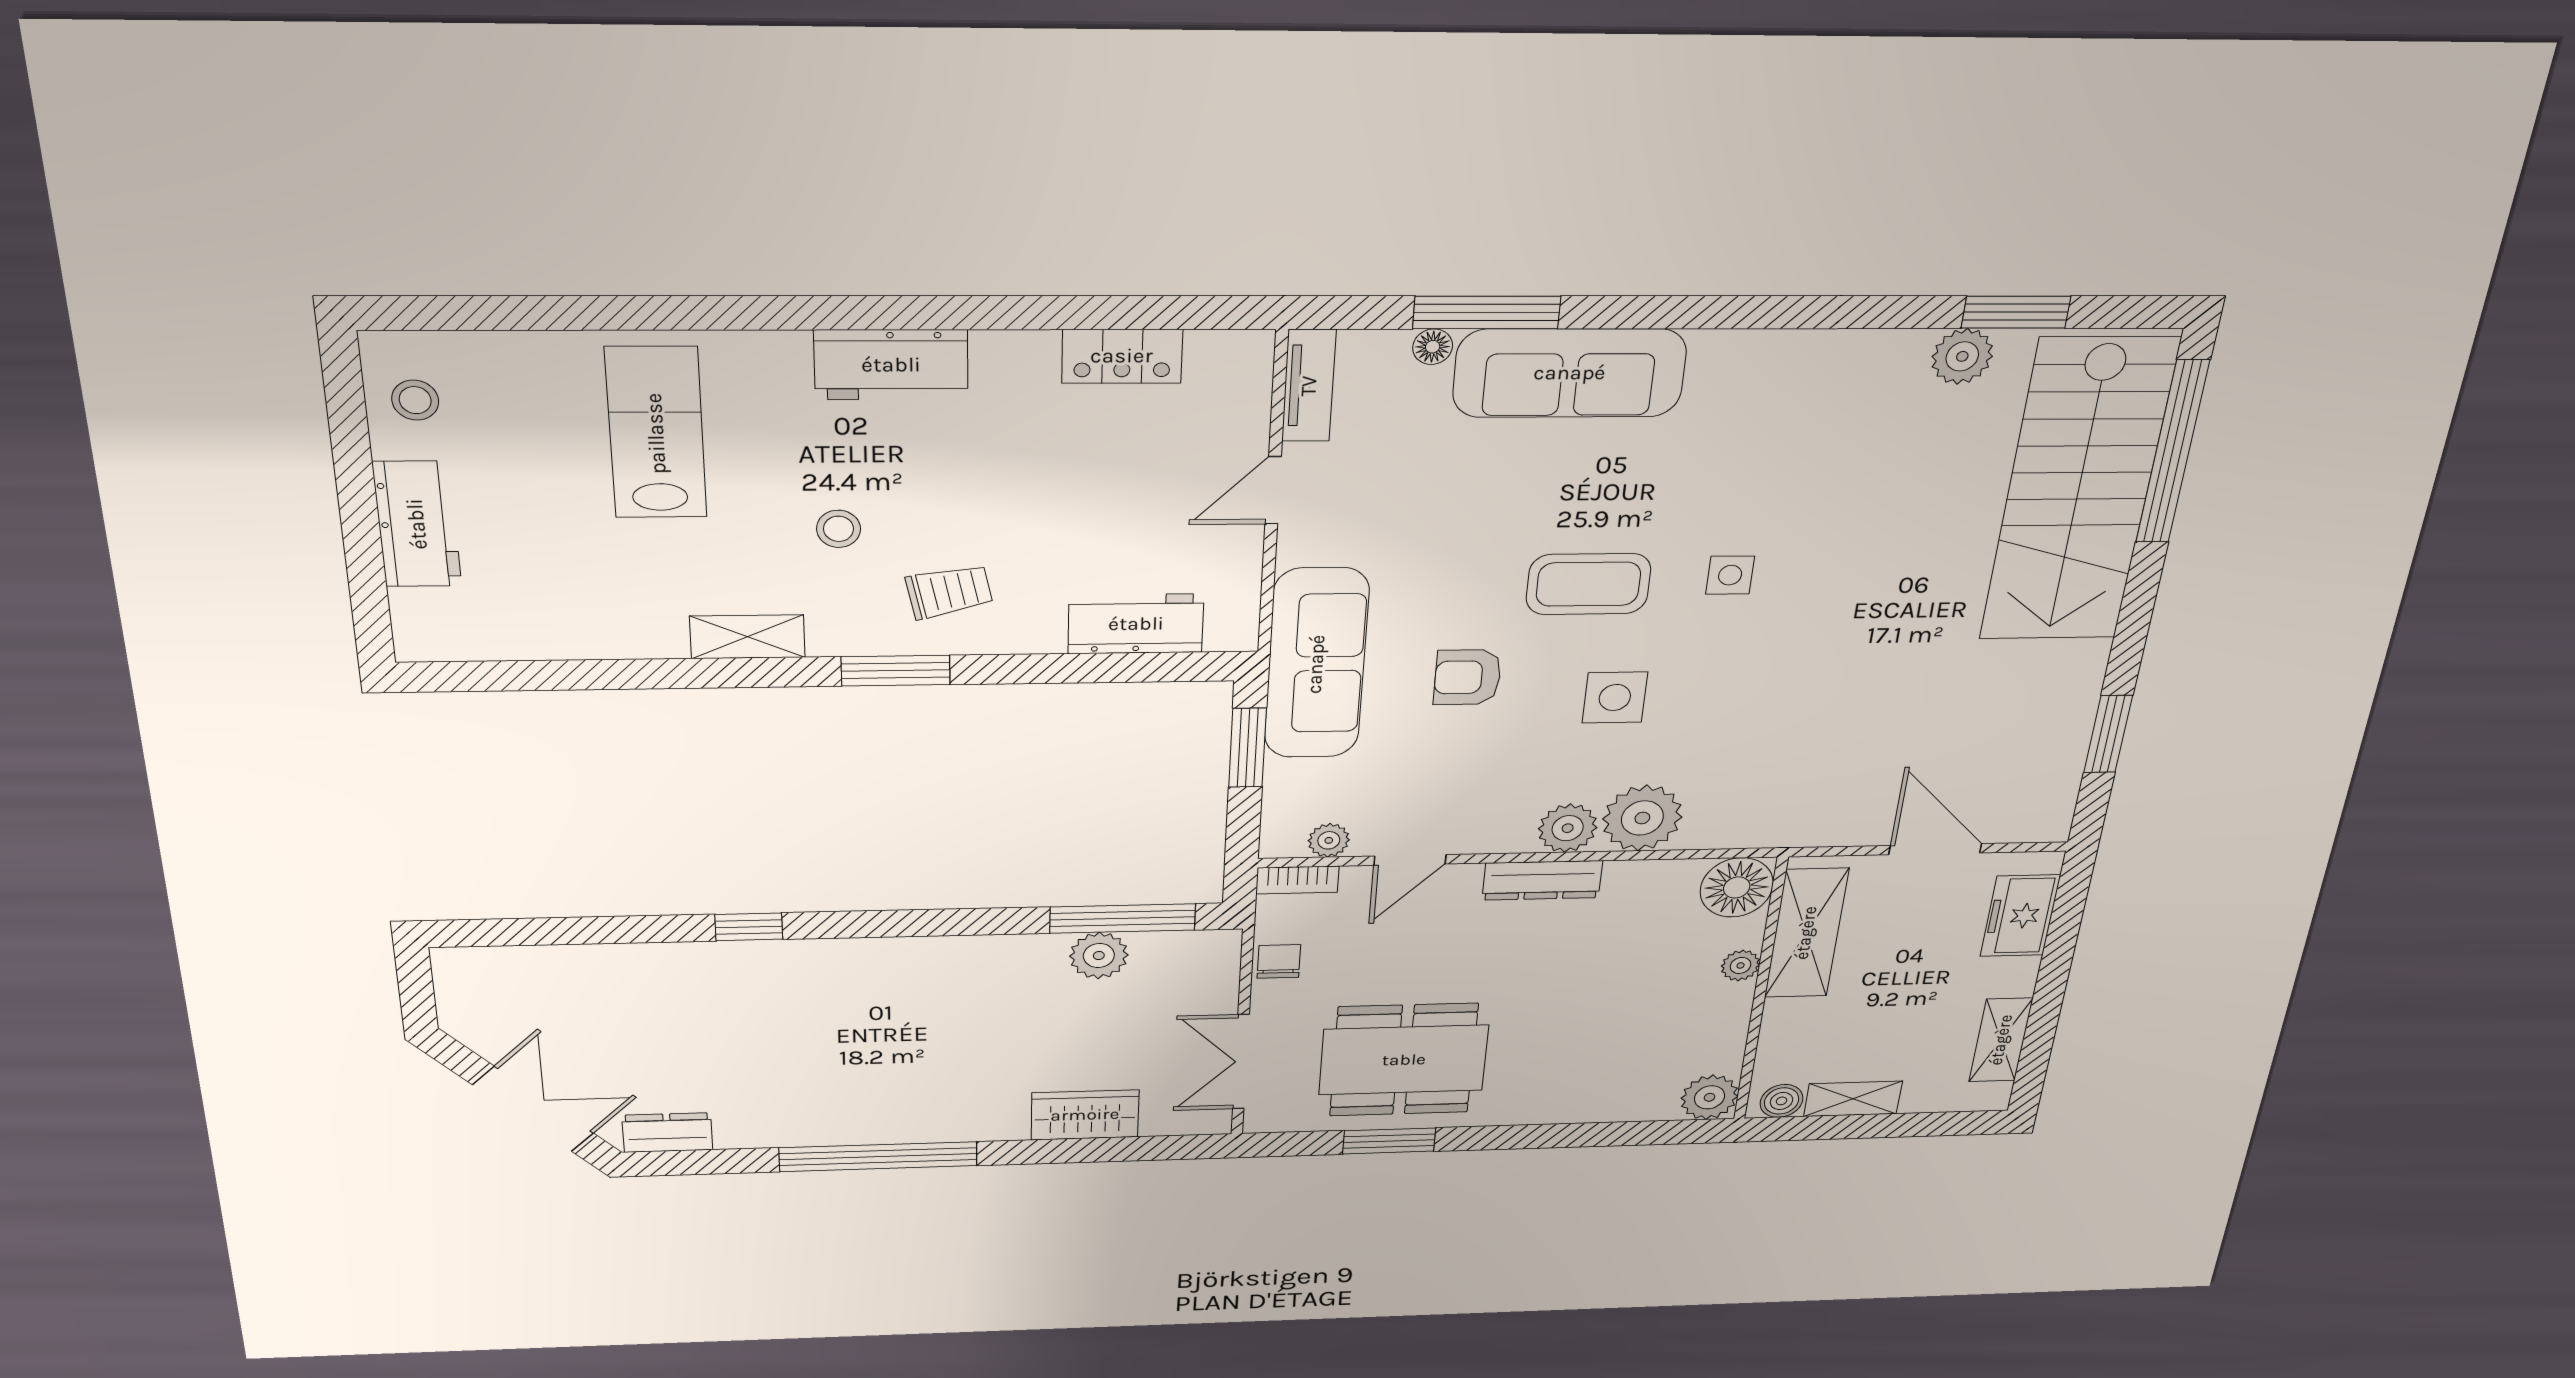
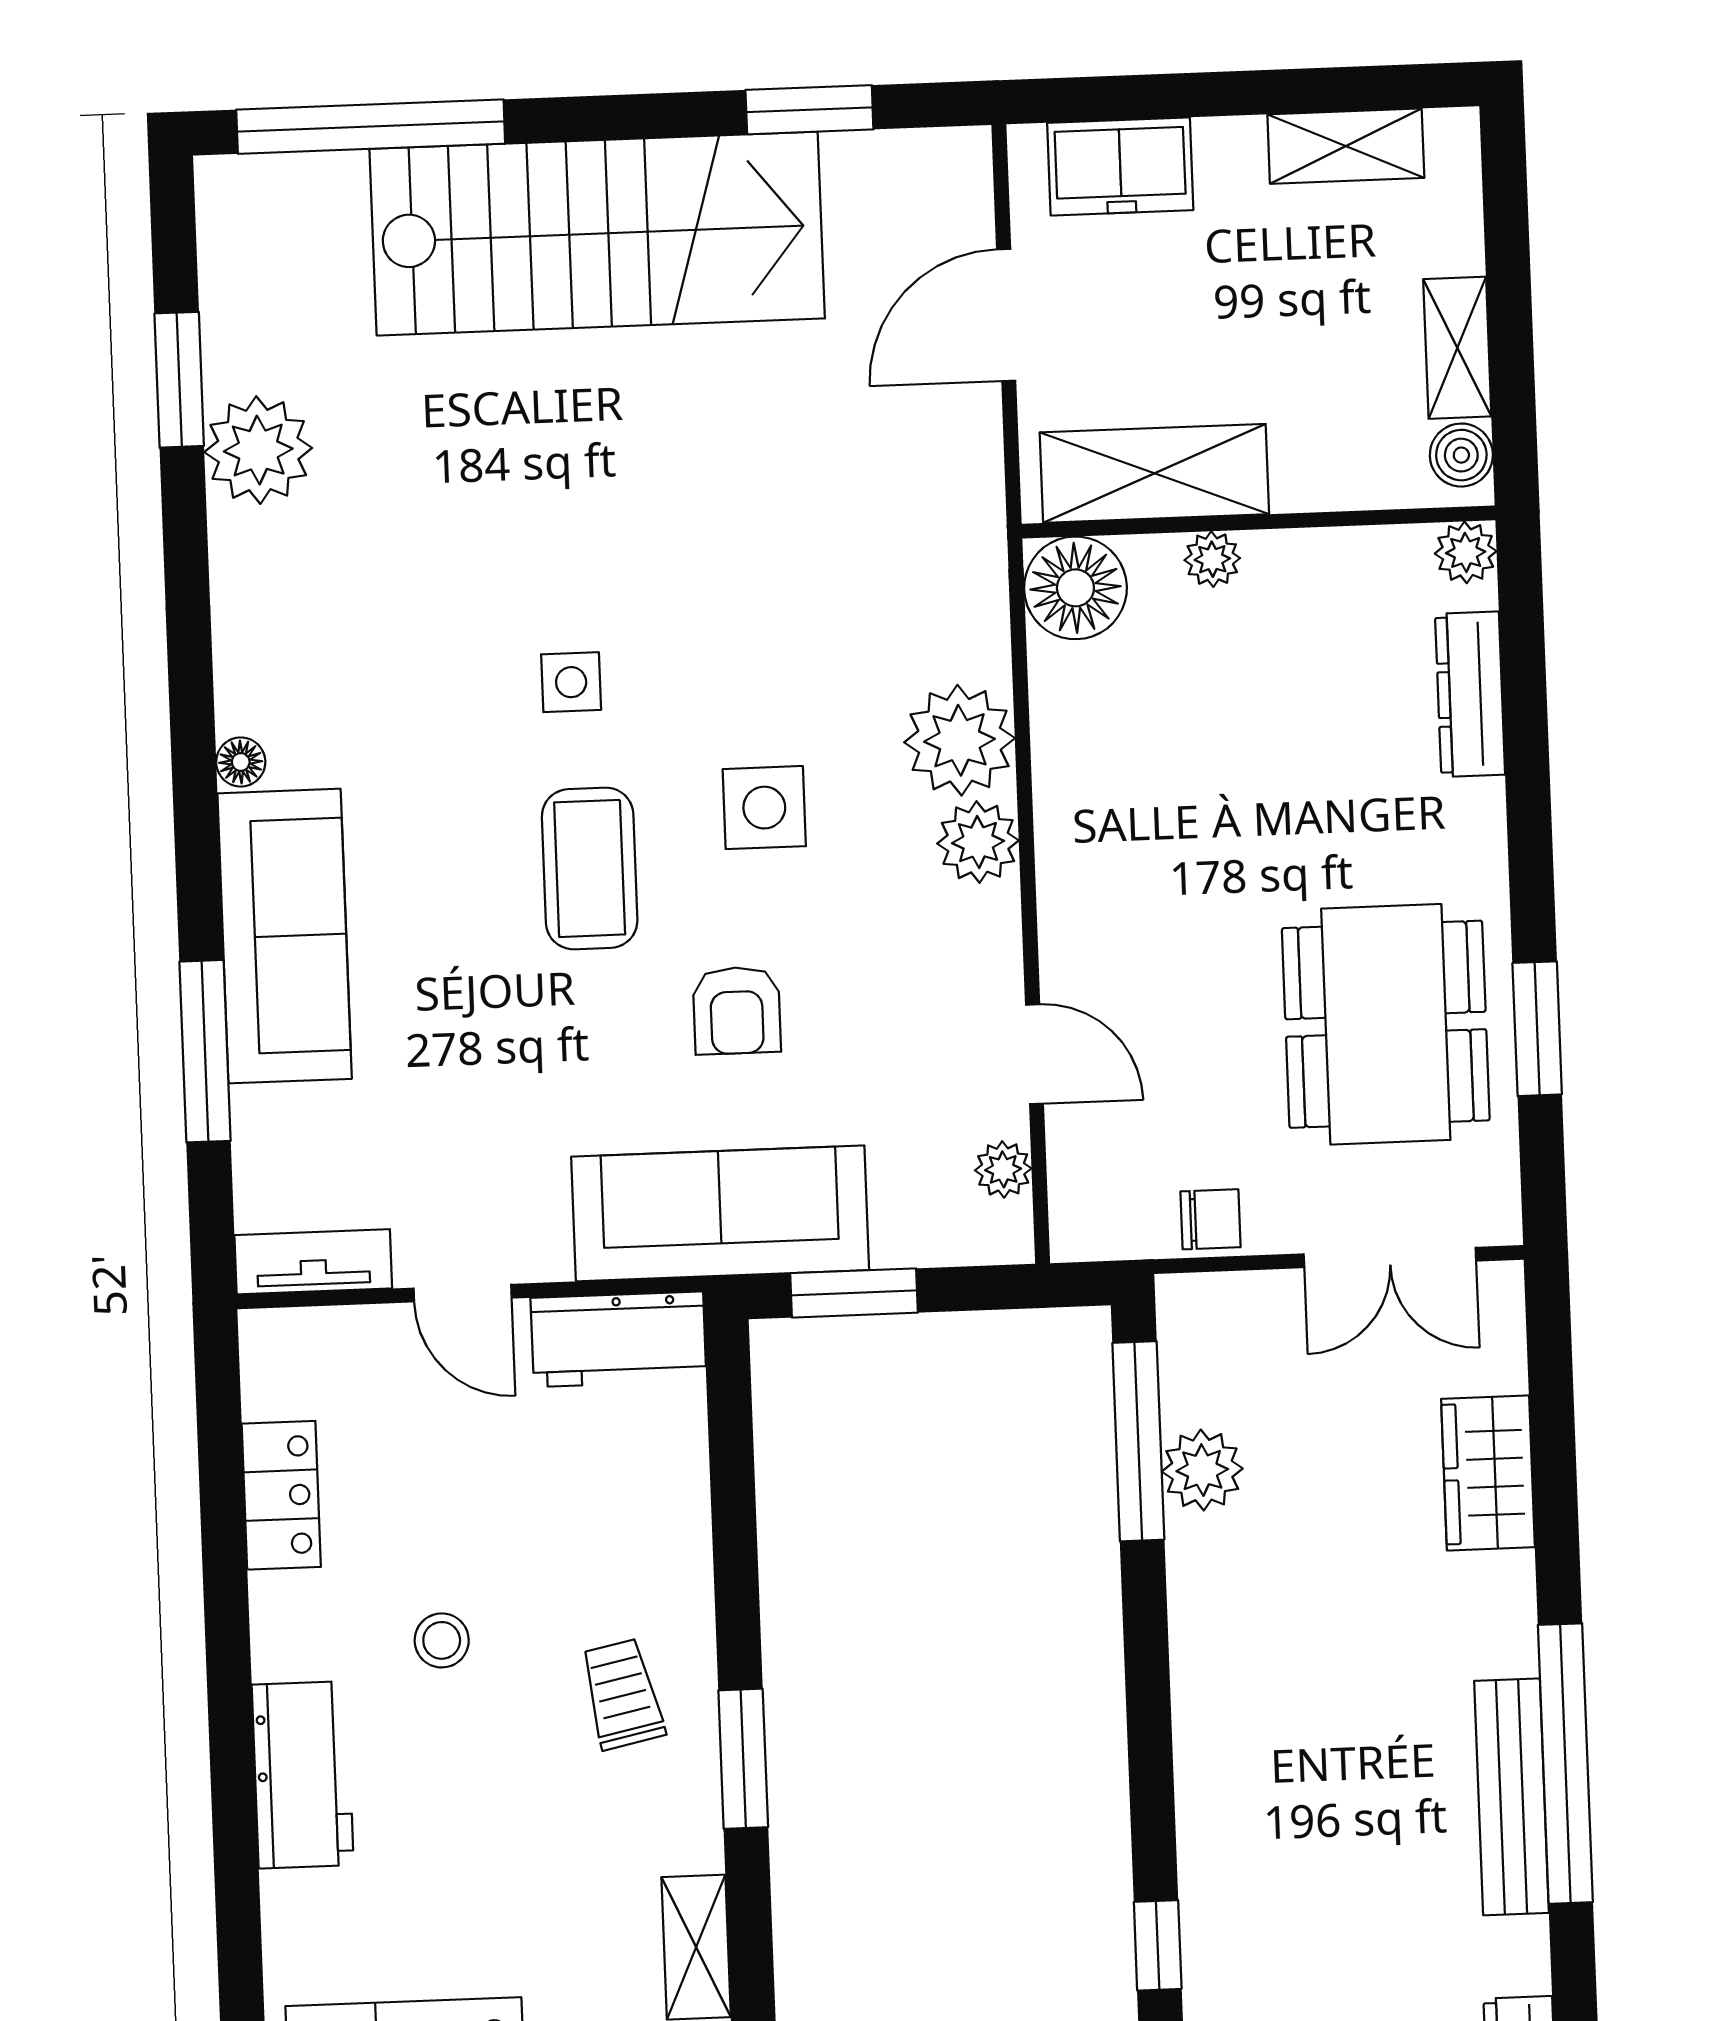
floor lamp: (1433, 347) -> (241, 762), moved
plant: (1962, 356) -> (258, 450), width x1.36, depth x1.36
stairs: (2078, 492) -> (597, 234), moved
stool: (839, 529) -> (442, 1640), moved
workbench: (1136, 624) -> (618, 1339), moved, turned -90
bookcase: (1297, 880) -> (1070, 1206), removed
dresser: (1542, 880) -> (1470, 694), moved, turned 180
chair: (1279, 961) -> (1210, 1219), turned 180
plant: (1709, 1097) -> (1466, 552), width x0.73, depth x0.73
bench: (855, 1128) -> (1512, 1797), added

